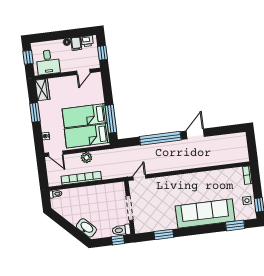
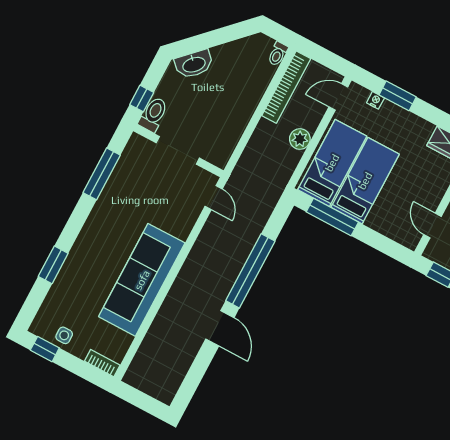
window: (35, 112) -> (398, 96), moved
bookcase: (81, 178) -> (286, 87), moved
sofa: (205, 213) -> (142, 280), moved, turned 180
window: (235, 225) -> (53, 265), moved
window: (164, 234) -> (102, 174), width x1.44

